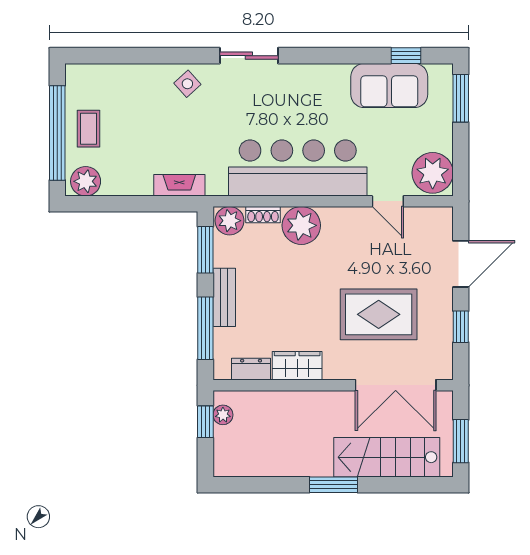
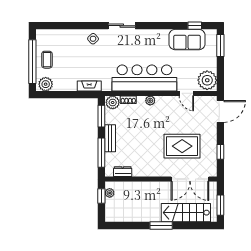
plant: (301, 225) -> (150, 101), width x0.53, depth x0.53
door: (461, 264) -> (220, 111), moved
wardrobe: (297, 366) -> (144, 170), removed

